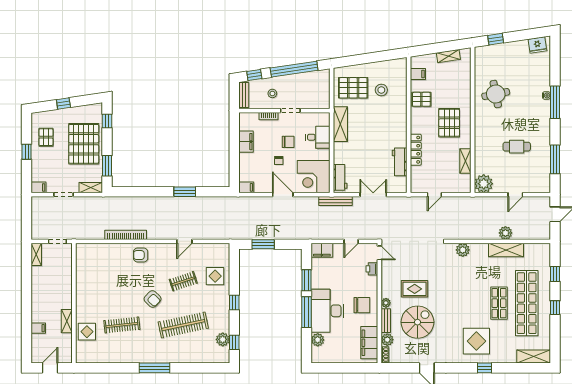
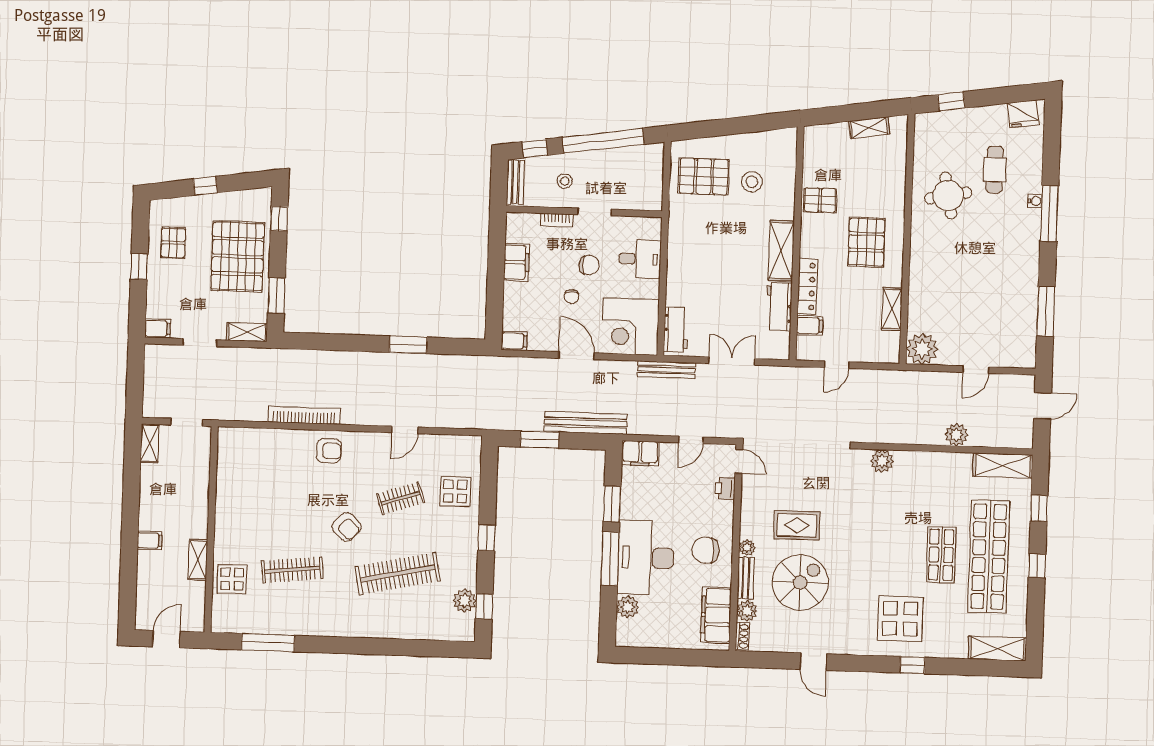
filing cabinet: (418, 74) -> (810, 326), moved
shelving: (340, 124) -> (781, 251), moved
cafe table: (517, 147) -> (995, 170), moved, turned 90
bench: (289, 234) -> (586, 423), added
shelving: (506, 250) -> (1003, 466), moved
armchair: (141, 255) -> (329, 451), turned 180
chair: (362, 305) -> (706, 550), turned 180
filing cabinet: (38, 328) -> (150, 540), moved
window: (155, 368) -> (268, 643), moved

